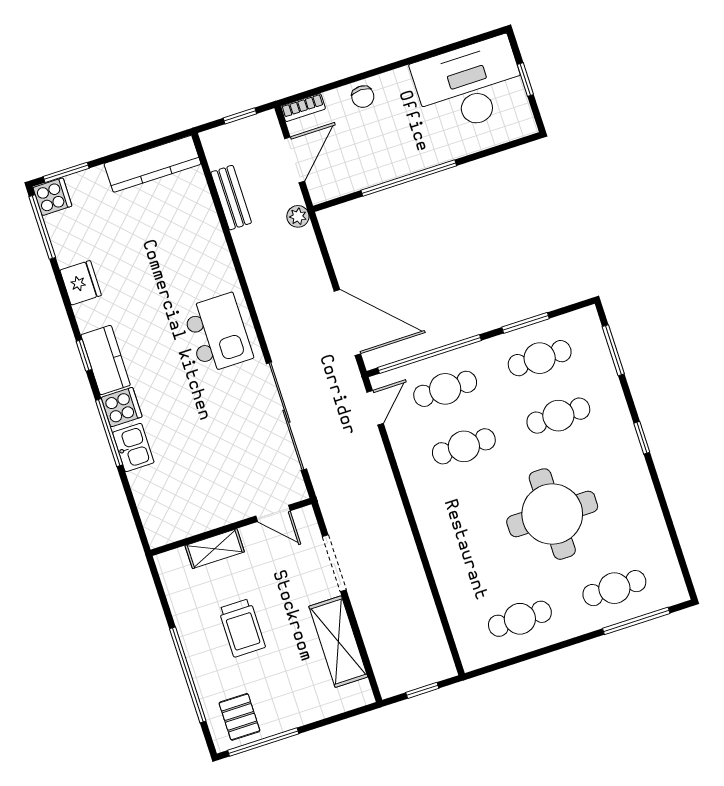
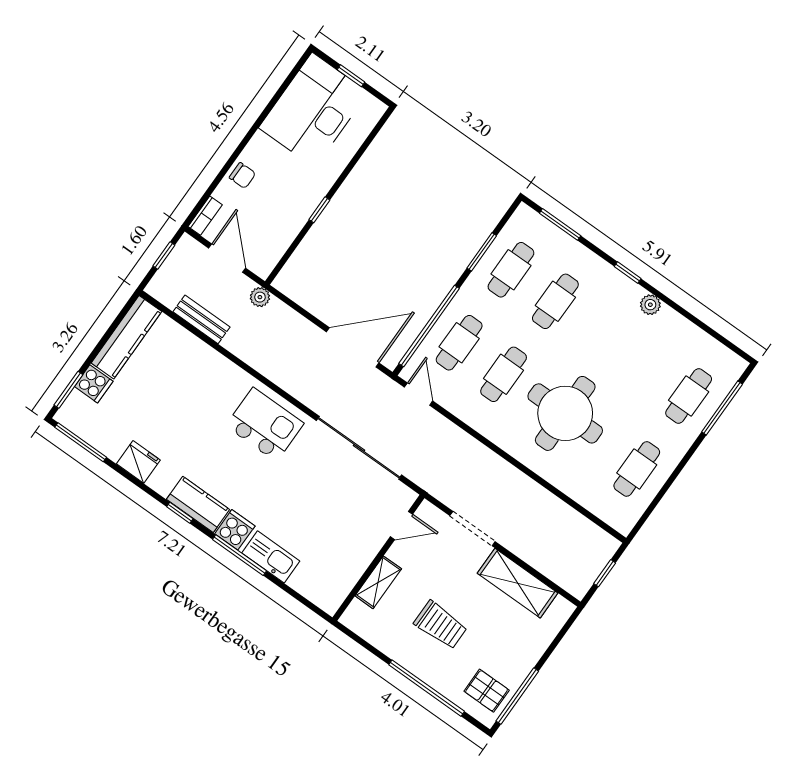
window: (409, 178) -> (319, 210), width x0.32
cooker: (52, 197) -> (94, 384), moved, turned 90
kitchen sink: (133, 447) -> (271, 557), width x1.38
plant: (641, 481) -> (650, 305), added
round table: (552, 514) -> (565, 413), moved

